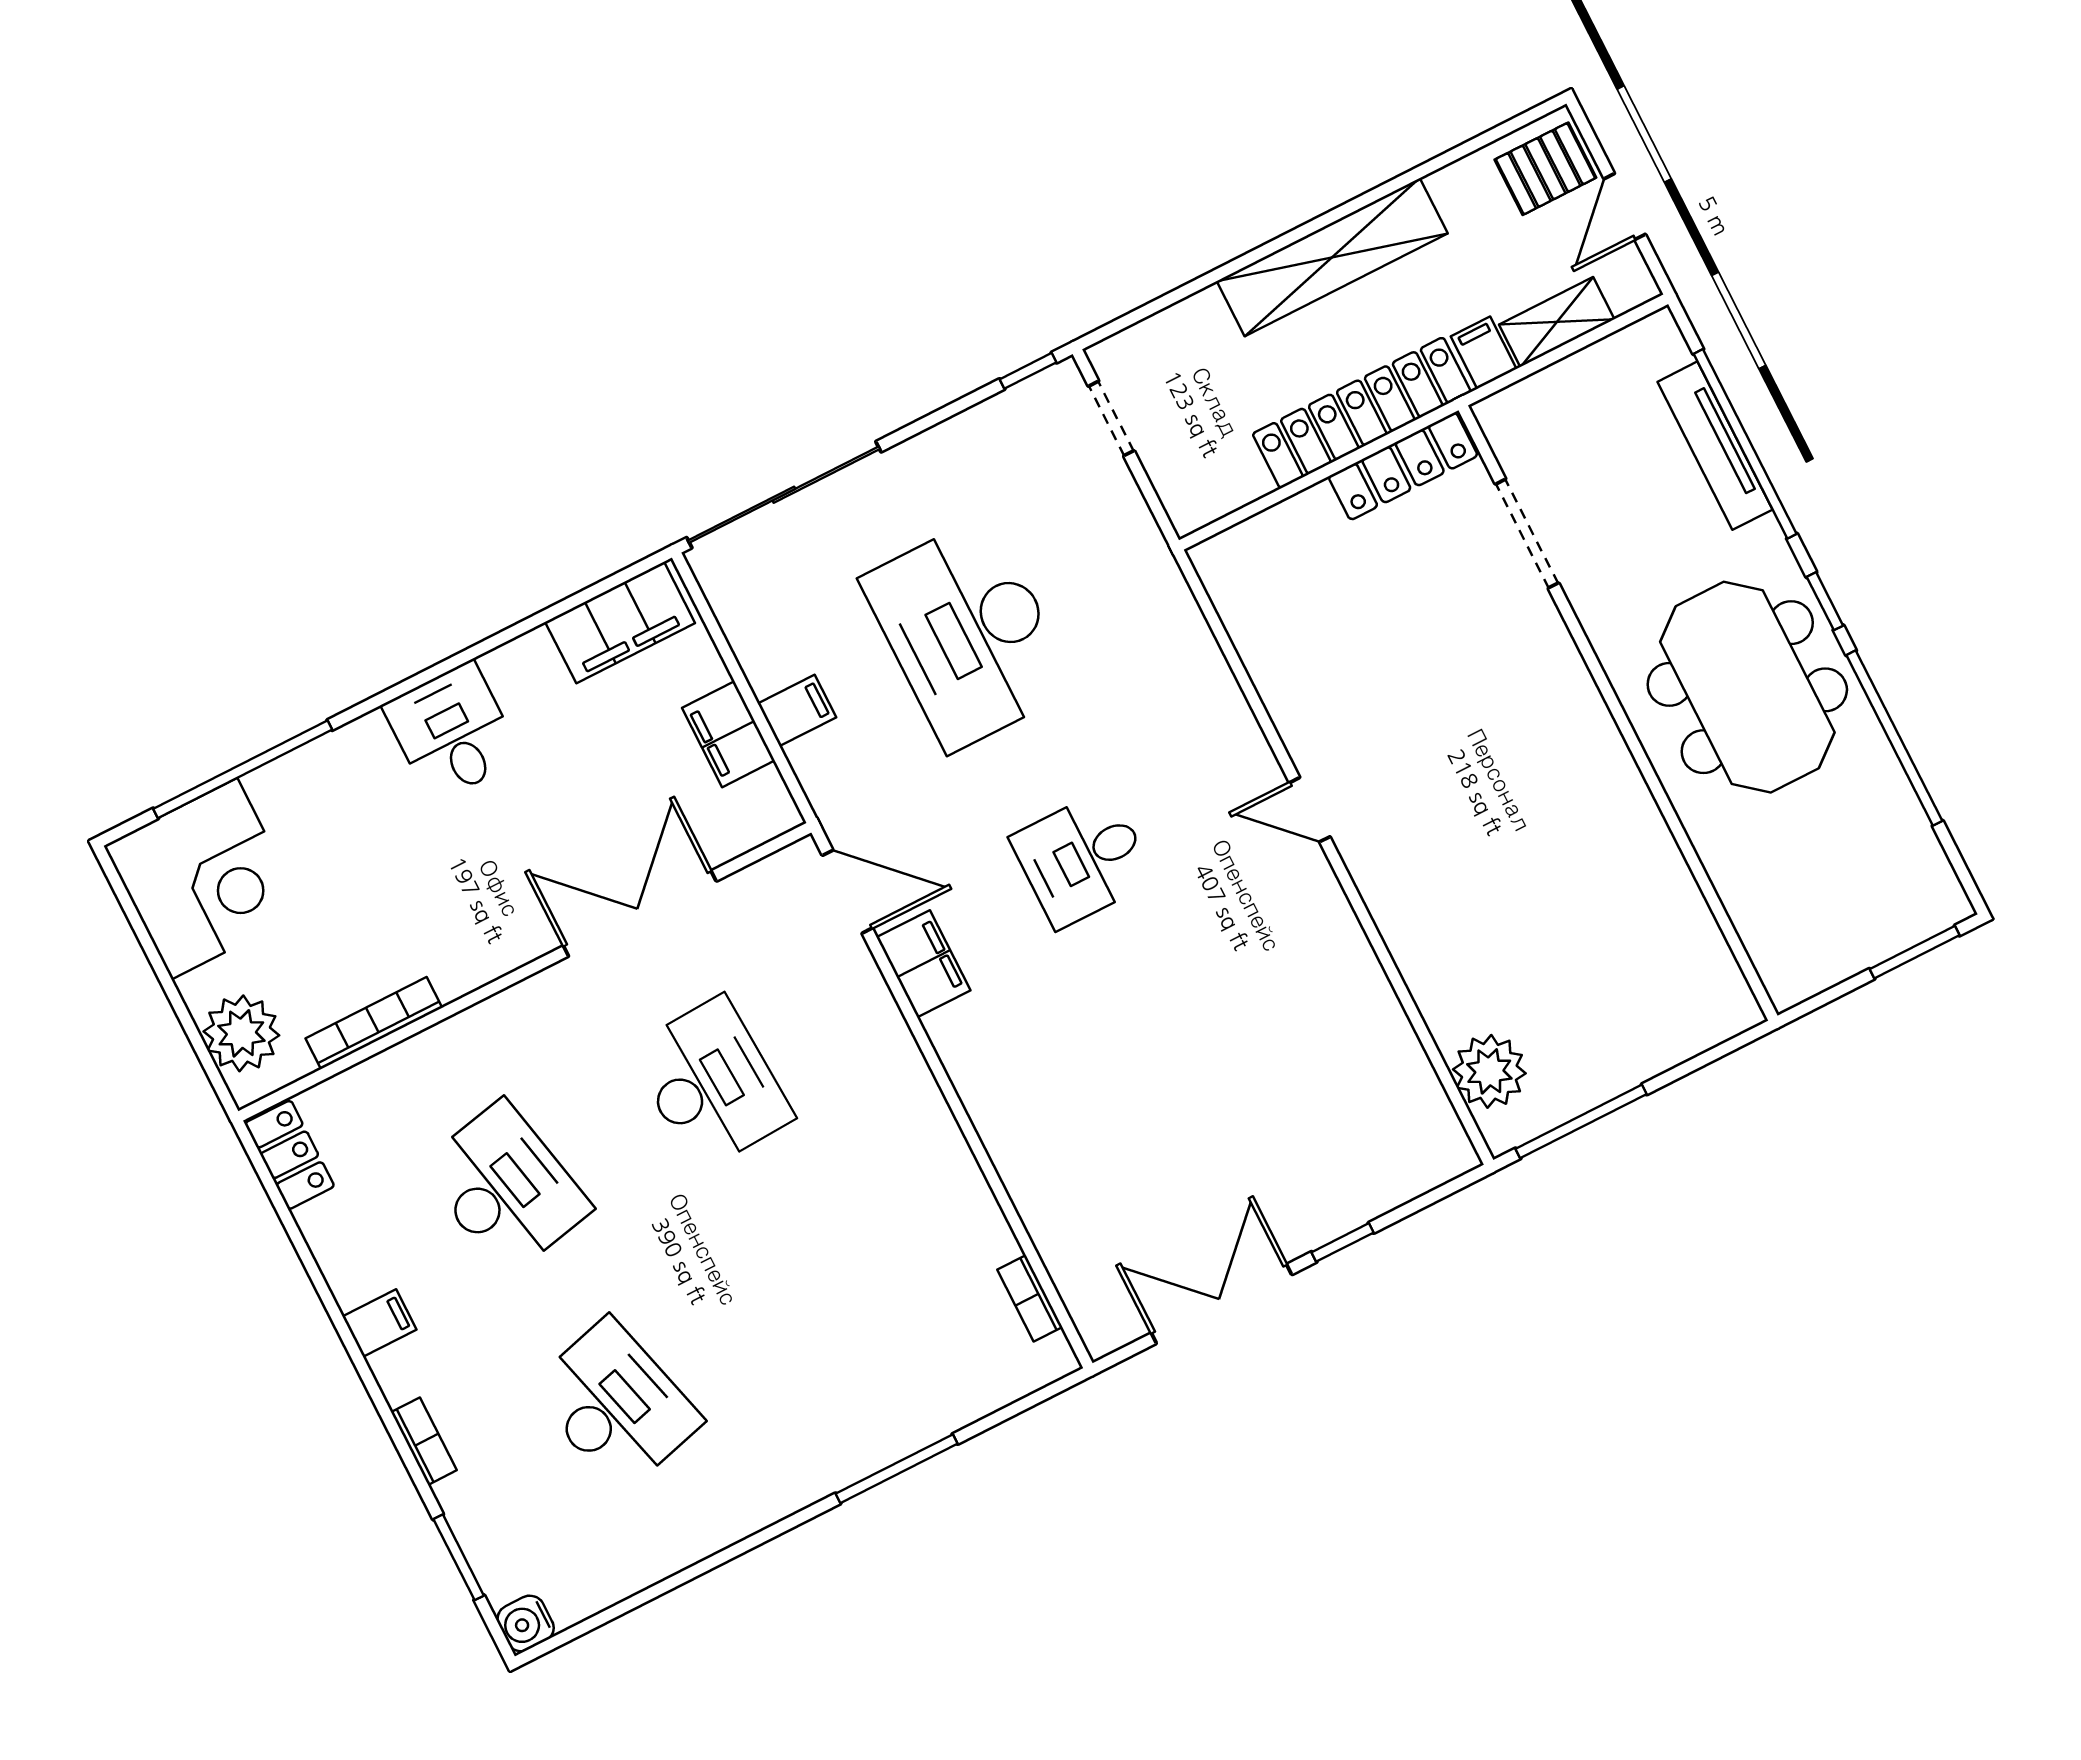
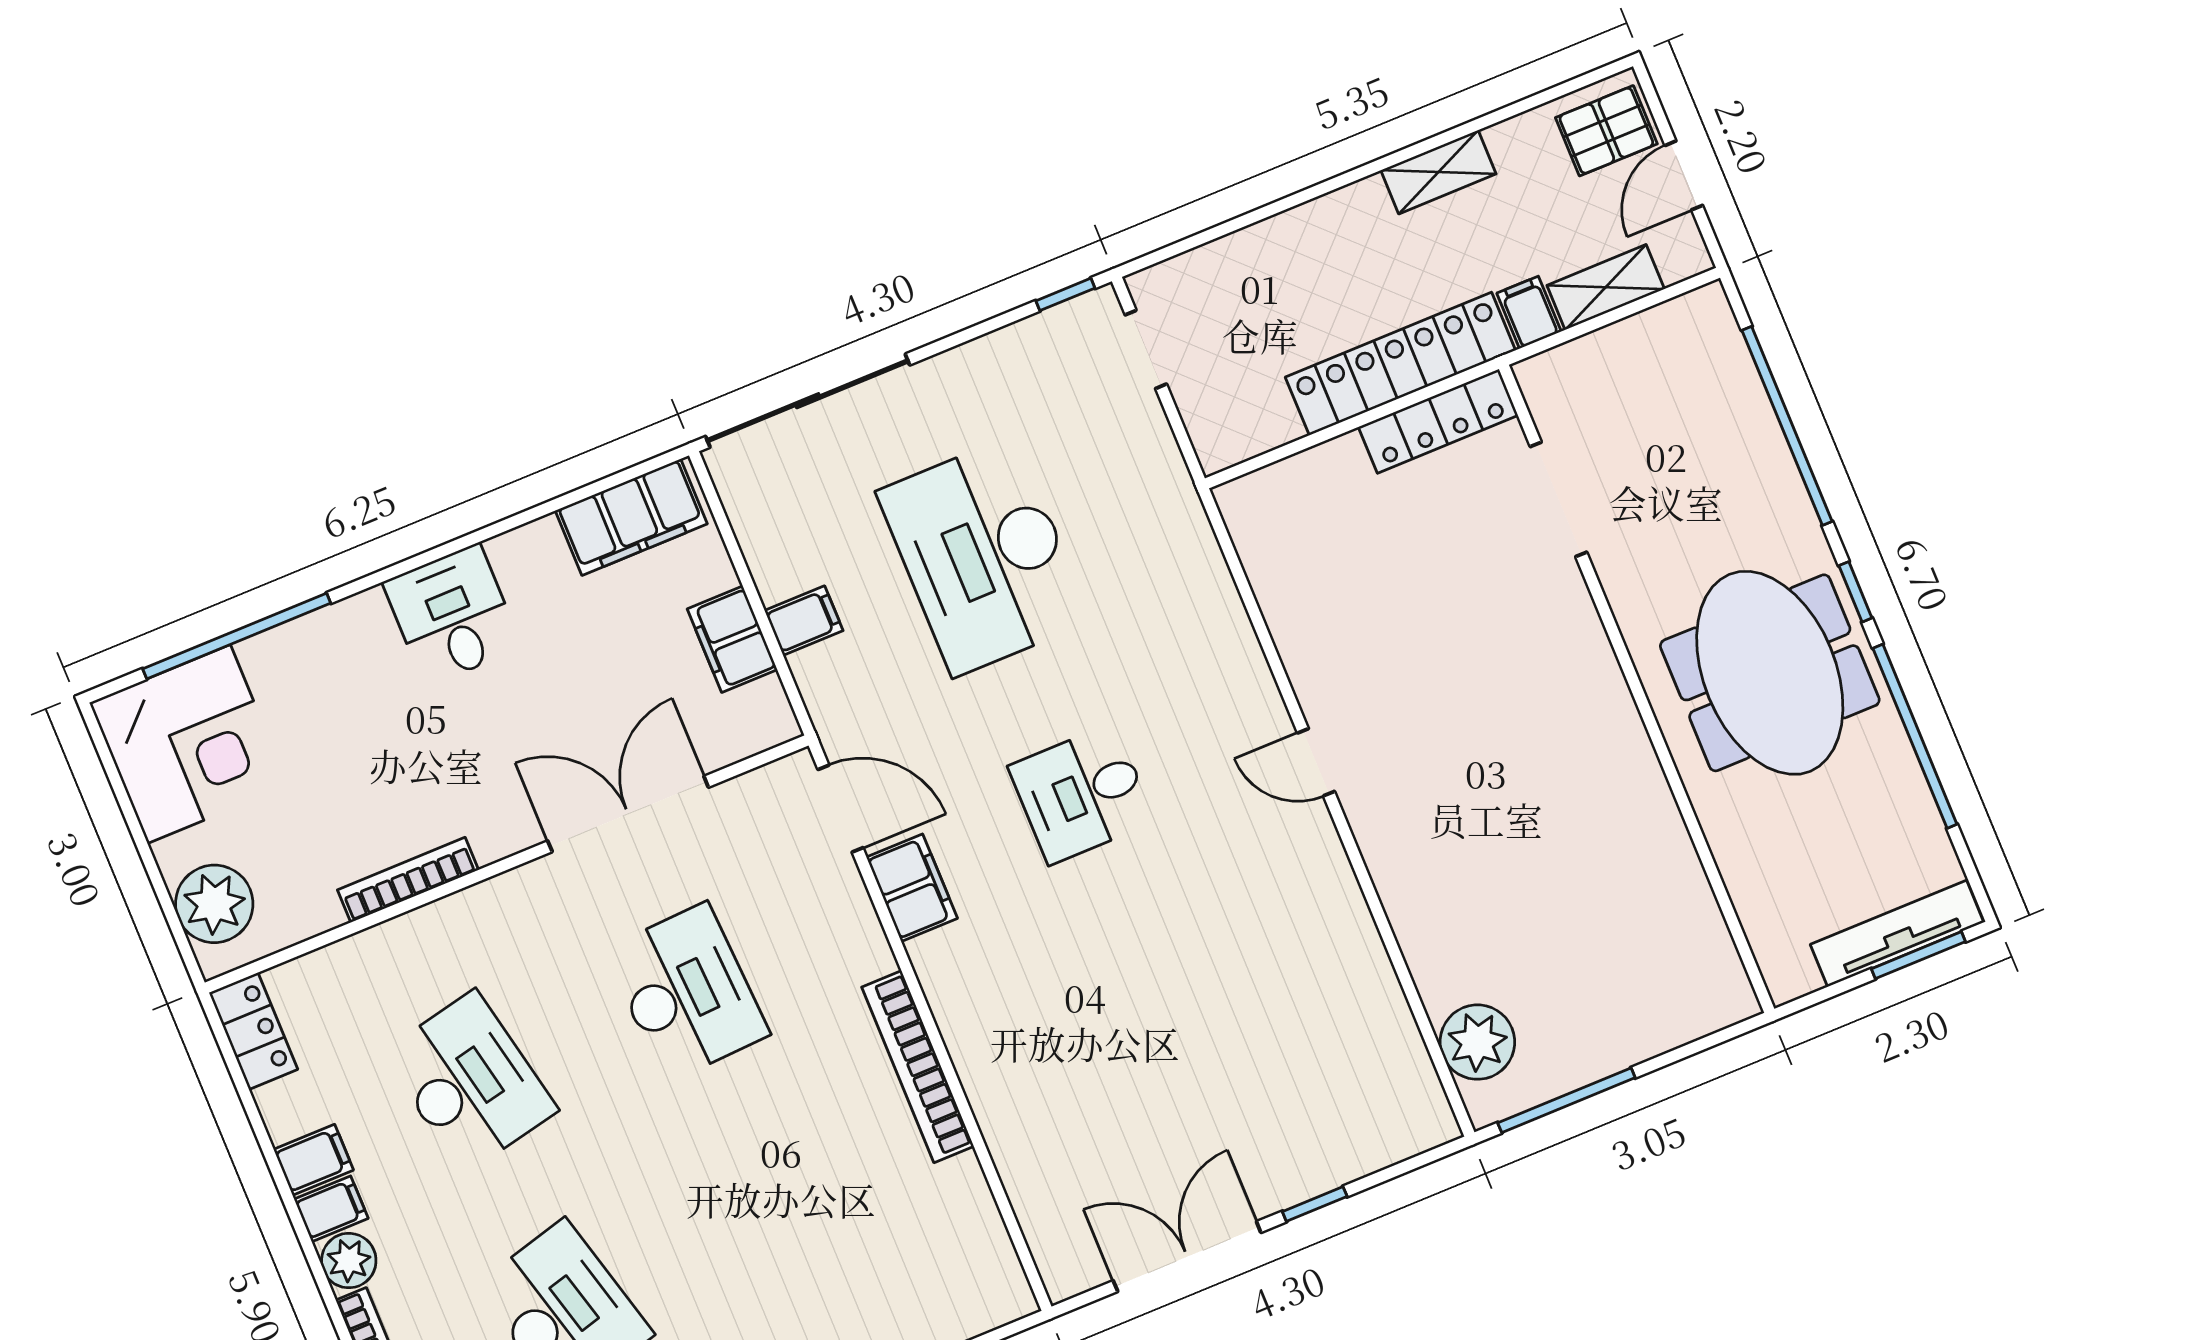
shelving: (1332, 257) -> (1438, 172), width x0.45, depth x0.75
tv unit: (1715, 446) -> (1897, 933), moved, turned 90
bookcase: (374, 1023) -> (408, 880), moved
filing cabinet: (358, 1276) -> (314, 1160), added
bookcase: (1030, 1298) -> (918, 1067), moved, width x2.31, depth x1.31
plant: (401, 1372) -> (349, 1261), added

